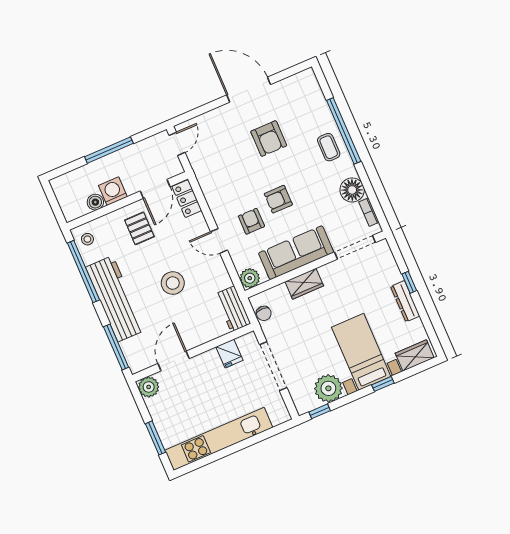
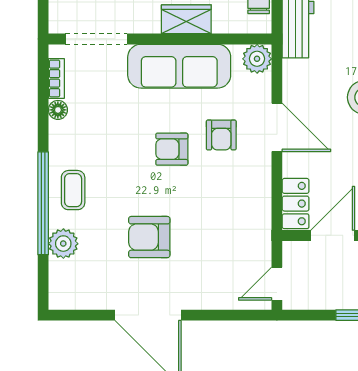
plant: (320, 111) -> (63, 244), added
armchair: (269, 139) -> (149, 237), turned -90
floor lamp: (352, 190) -> (58, 110), width x0.53, depth x0.53
armchair: (278, 199) -> (172, 149), turned 180
door: (219, 241) -> (277, 127), width x1.38

